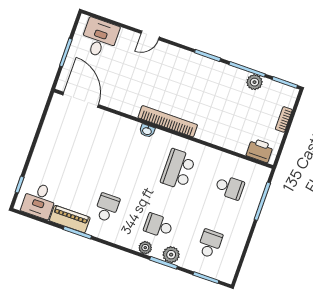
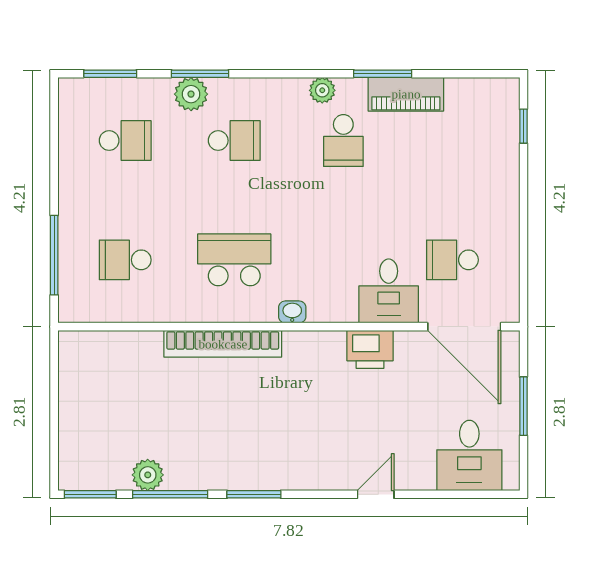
bookcase: (284, 119) -> (68, 424), removed
bookcase: (168, 121) -> (223, 344), moved
washbasin: (147, 131) -> (292, 312), moved
school desk: (75, 133) -> (452, 260), added
printer: (260, 150) -> (370, 349), moved
school desk: (178, 169) -> (234, 260), turned -90
desk: (39, 200) -> (389, 291), moved, turned 180
school desk: (210, 244) -> (125, 141), turned -90
plant: (145, 248) -> (322, 90), moved

